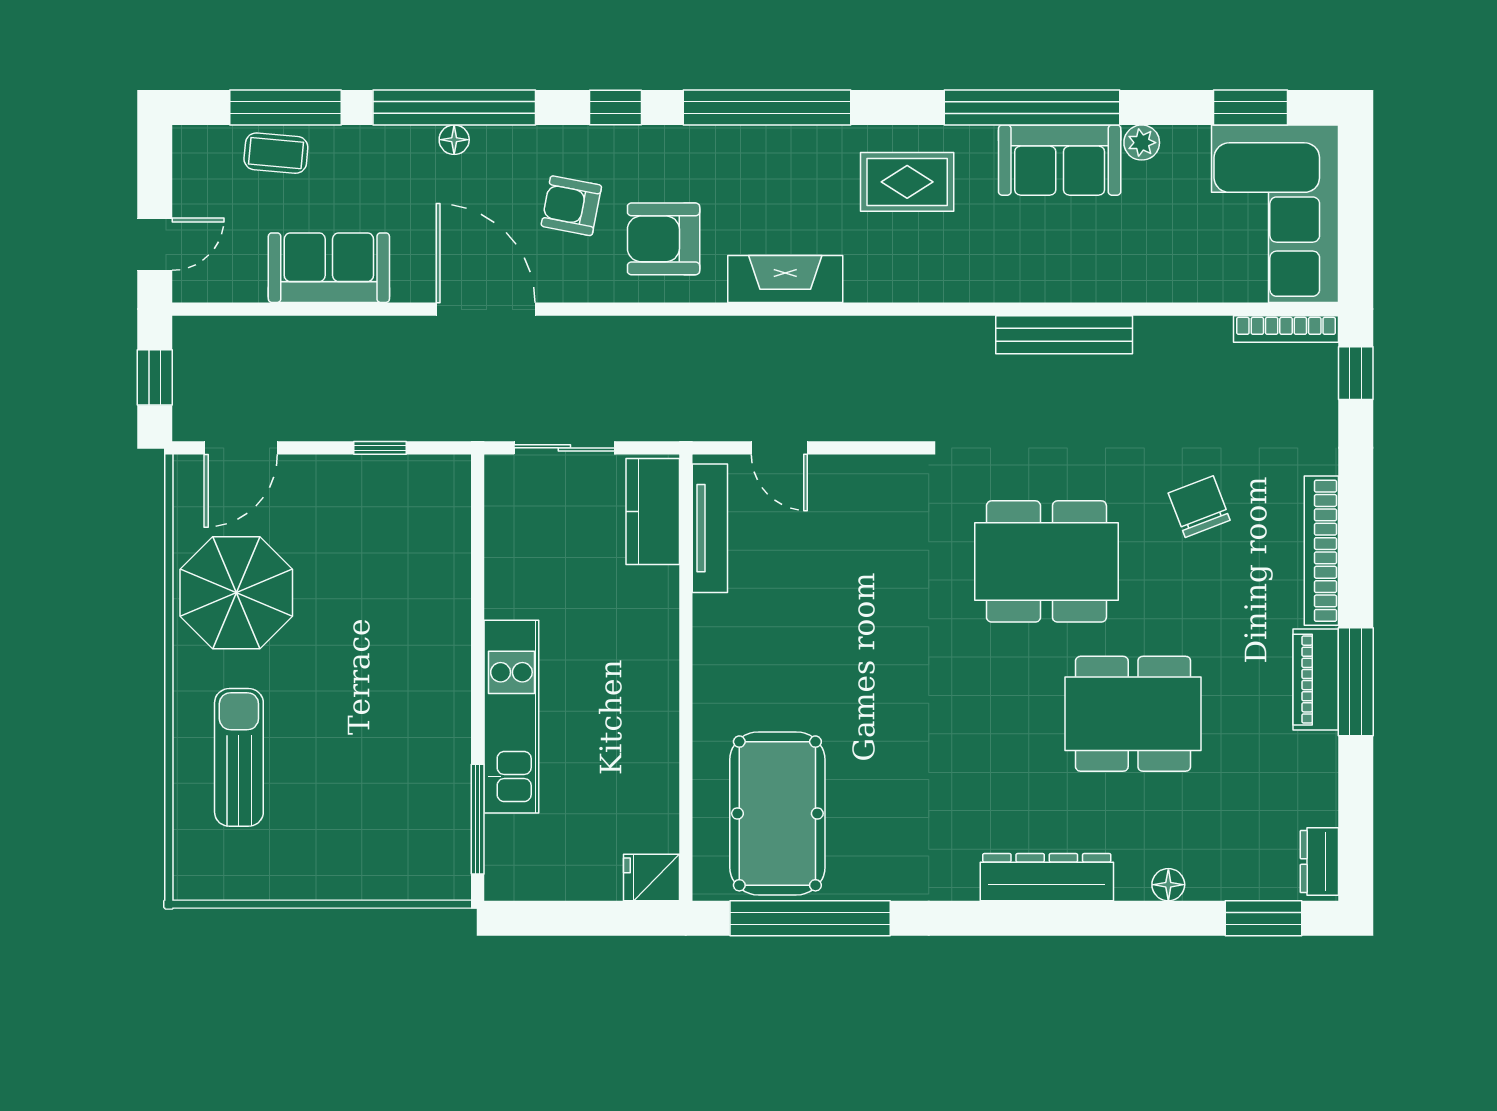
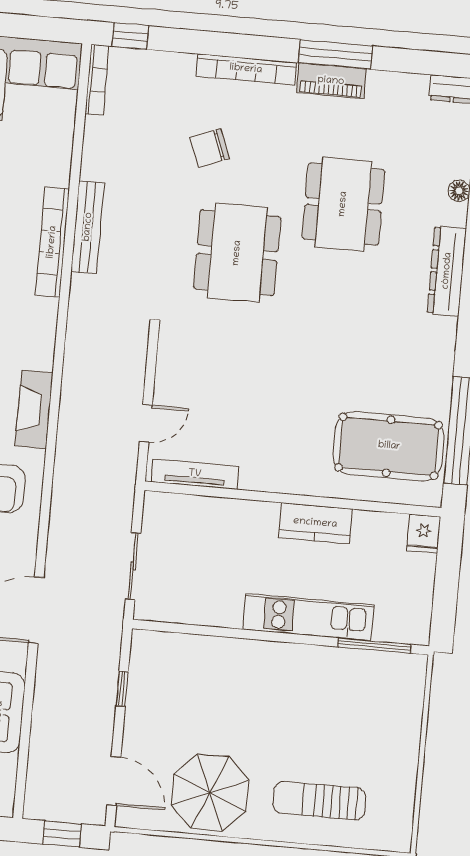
bookcase: (1038, 284) -> (52, 242), added
kitchen counter: (653, 512) -> (315, 523), moved

